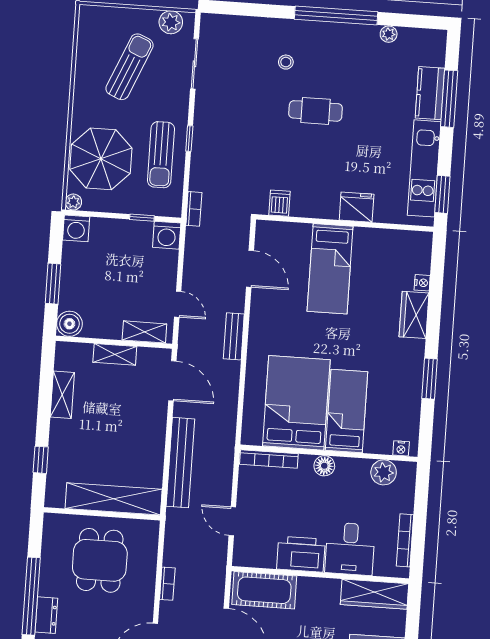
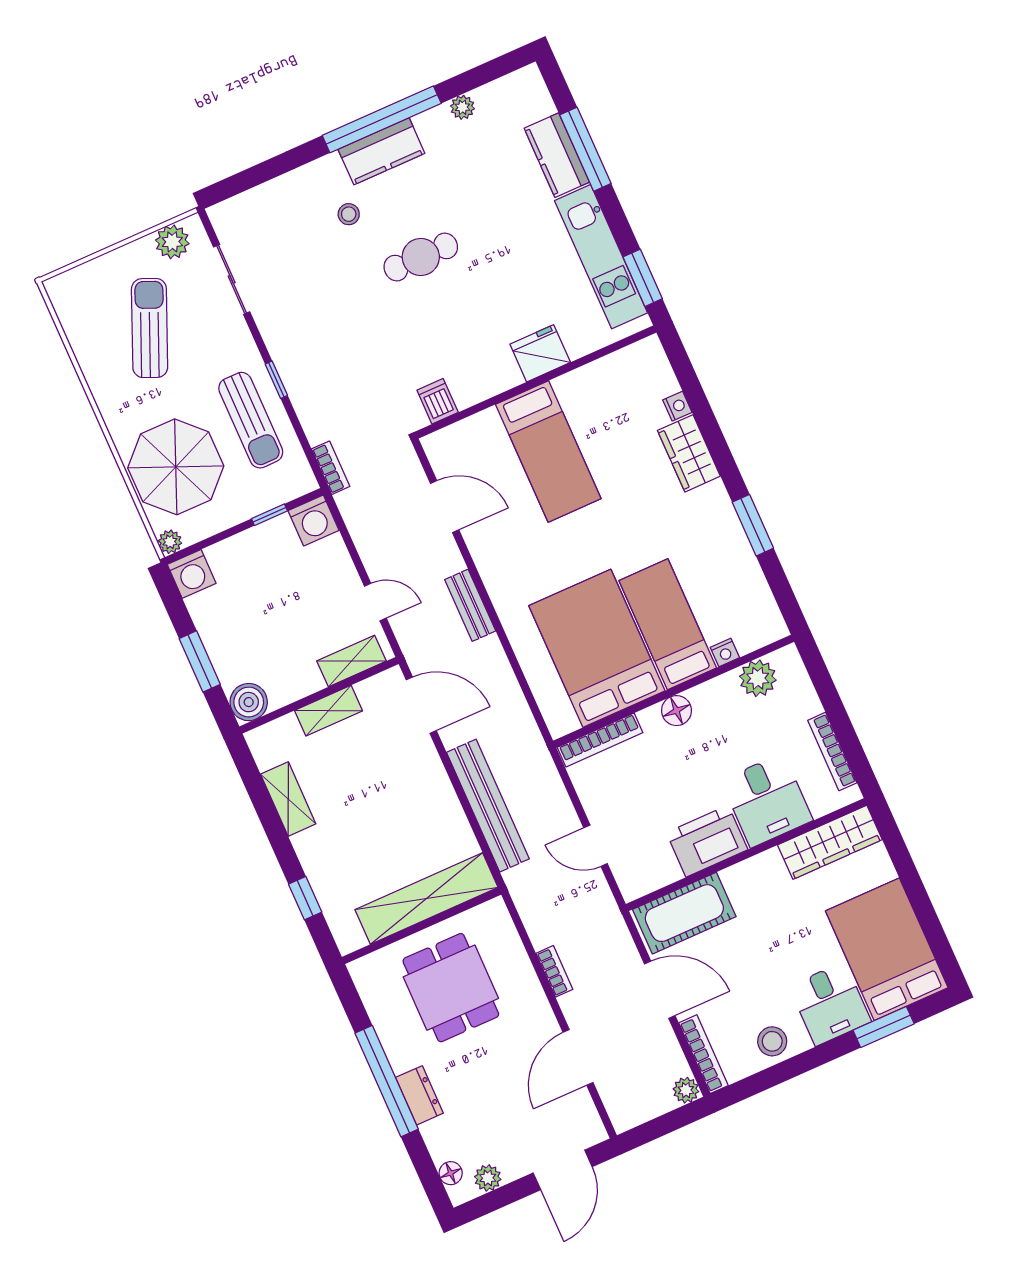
kitchen counter: (326, 35) -> (381, 151), added
nightstand: (401, 448) -> (725, 652), moved

